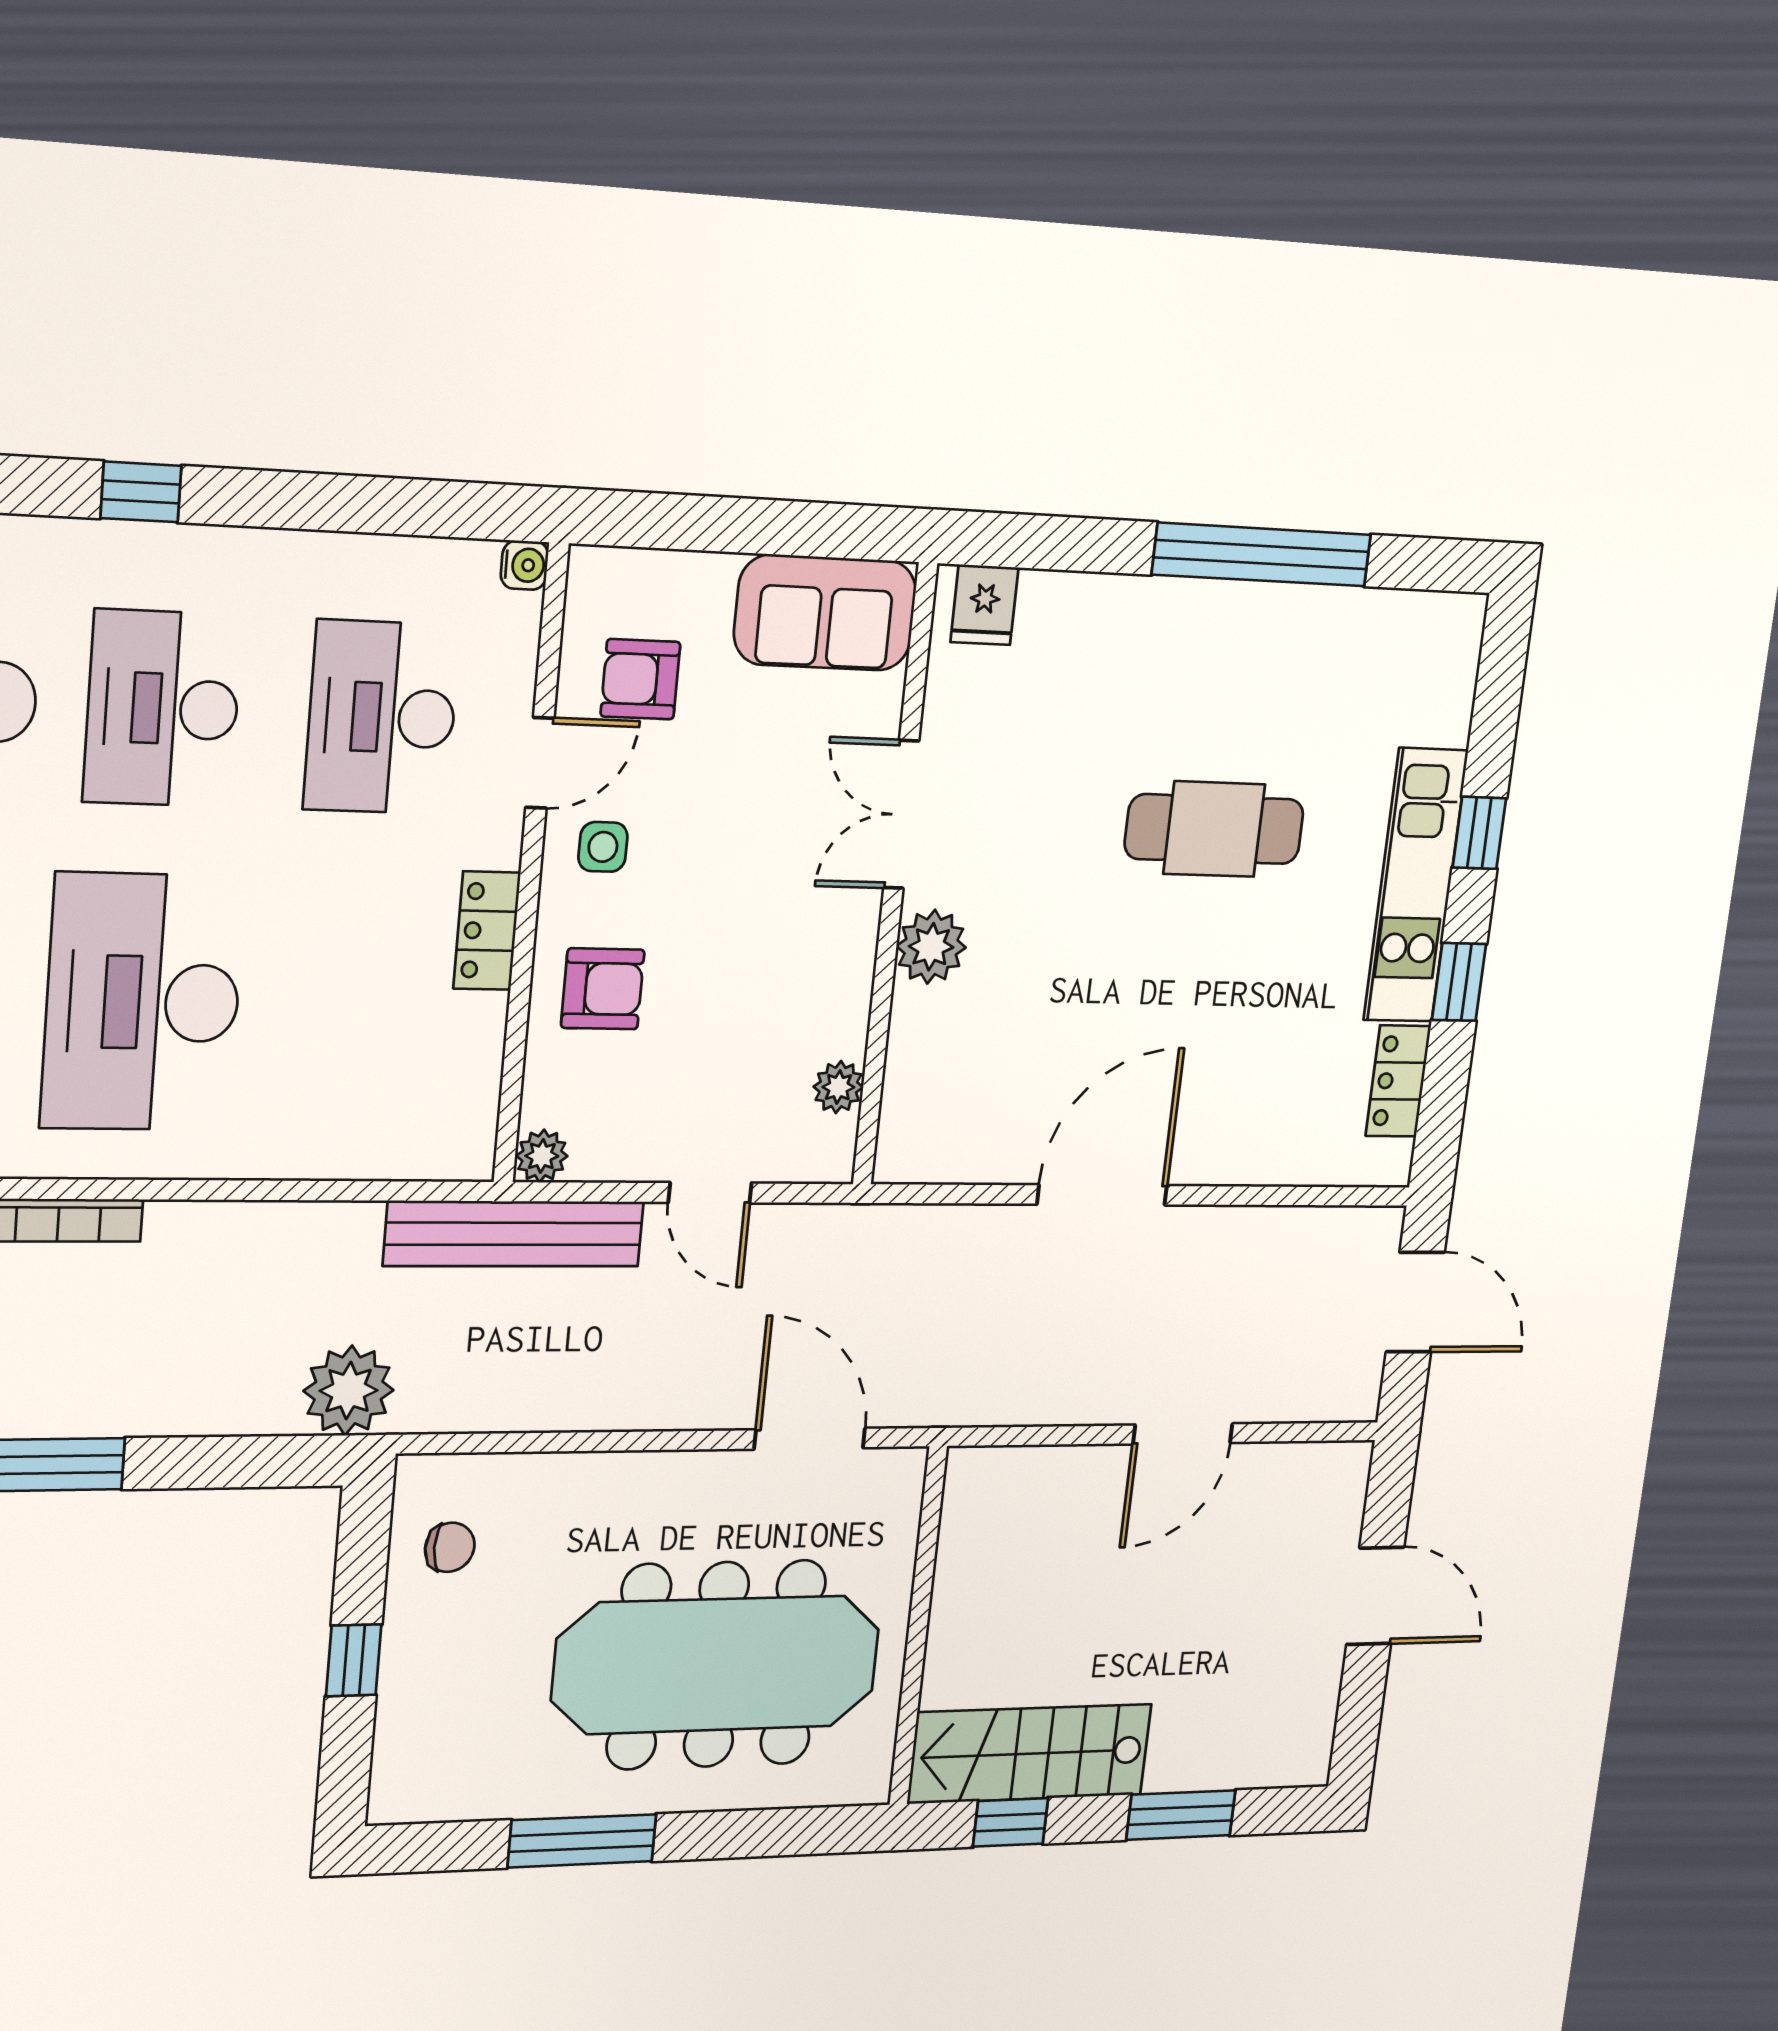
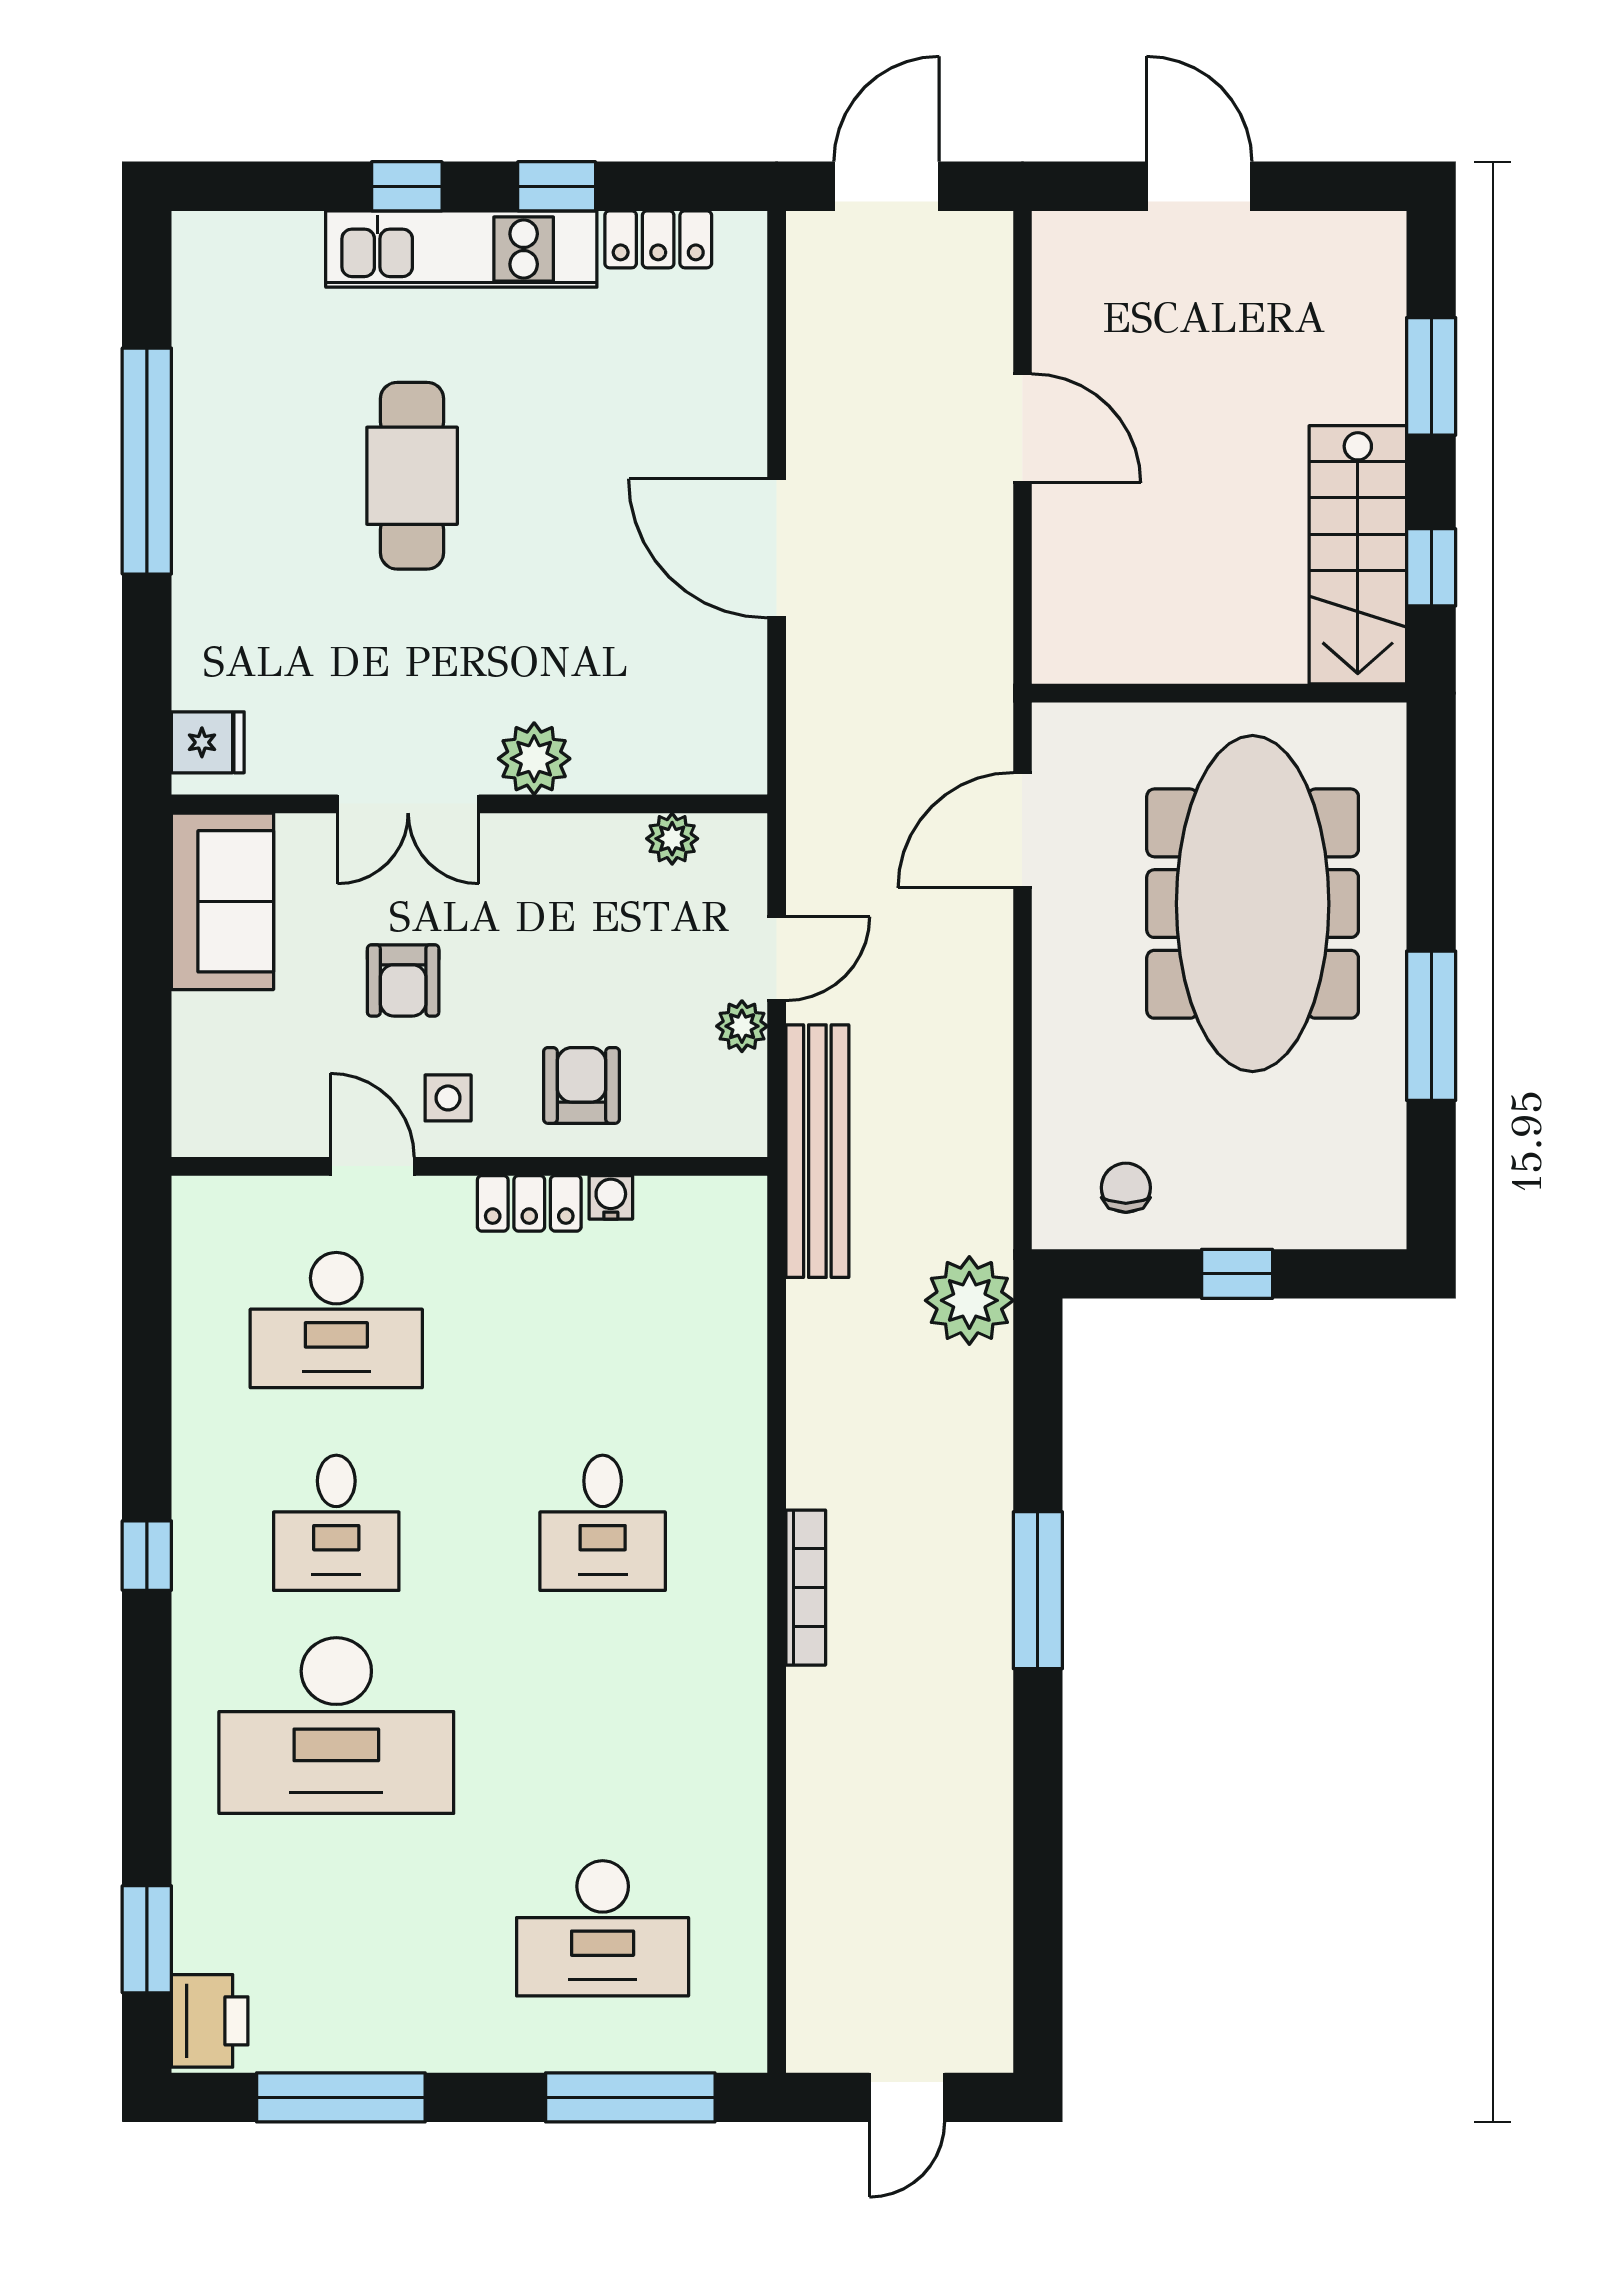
water cooler: (525, 565) -> (611, 1197), moved
armchair: (640, 679) -> (403, 980), moved
desk: (163, 709) -> (336, 1523), width x0.73
desk: (143, 1002) -> (603, 1523), width x0.53, depth x0.77
plant: (542, 1156) -> (742, 1026), moved
door: (1375, 1596) -> (1199, 186), hinge flipped

